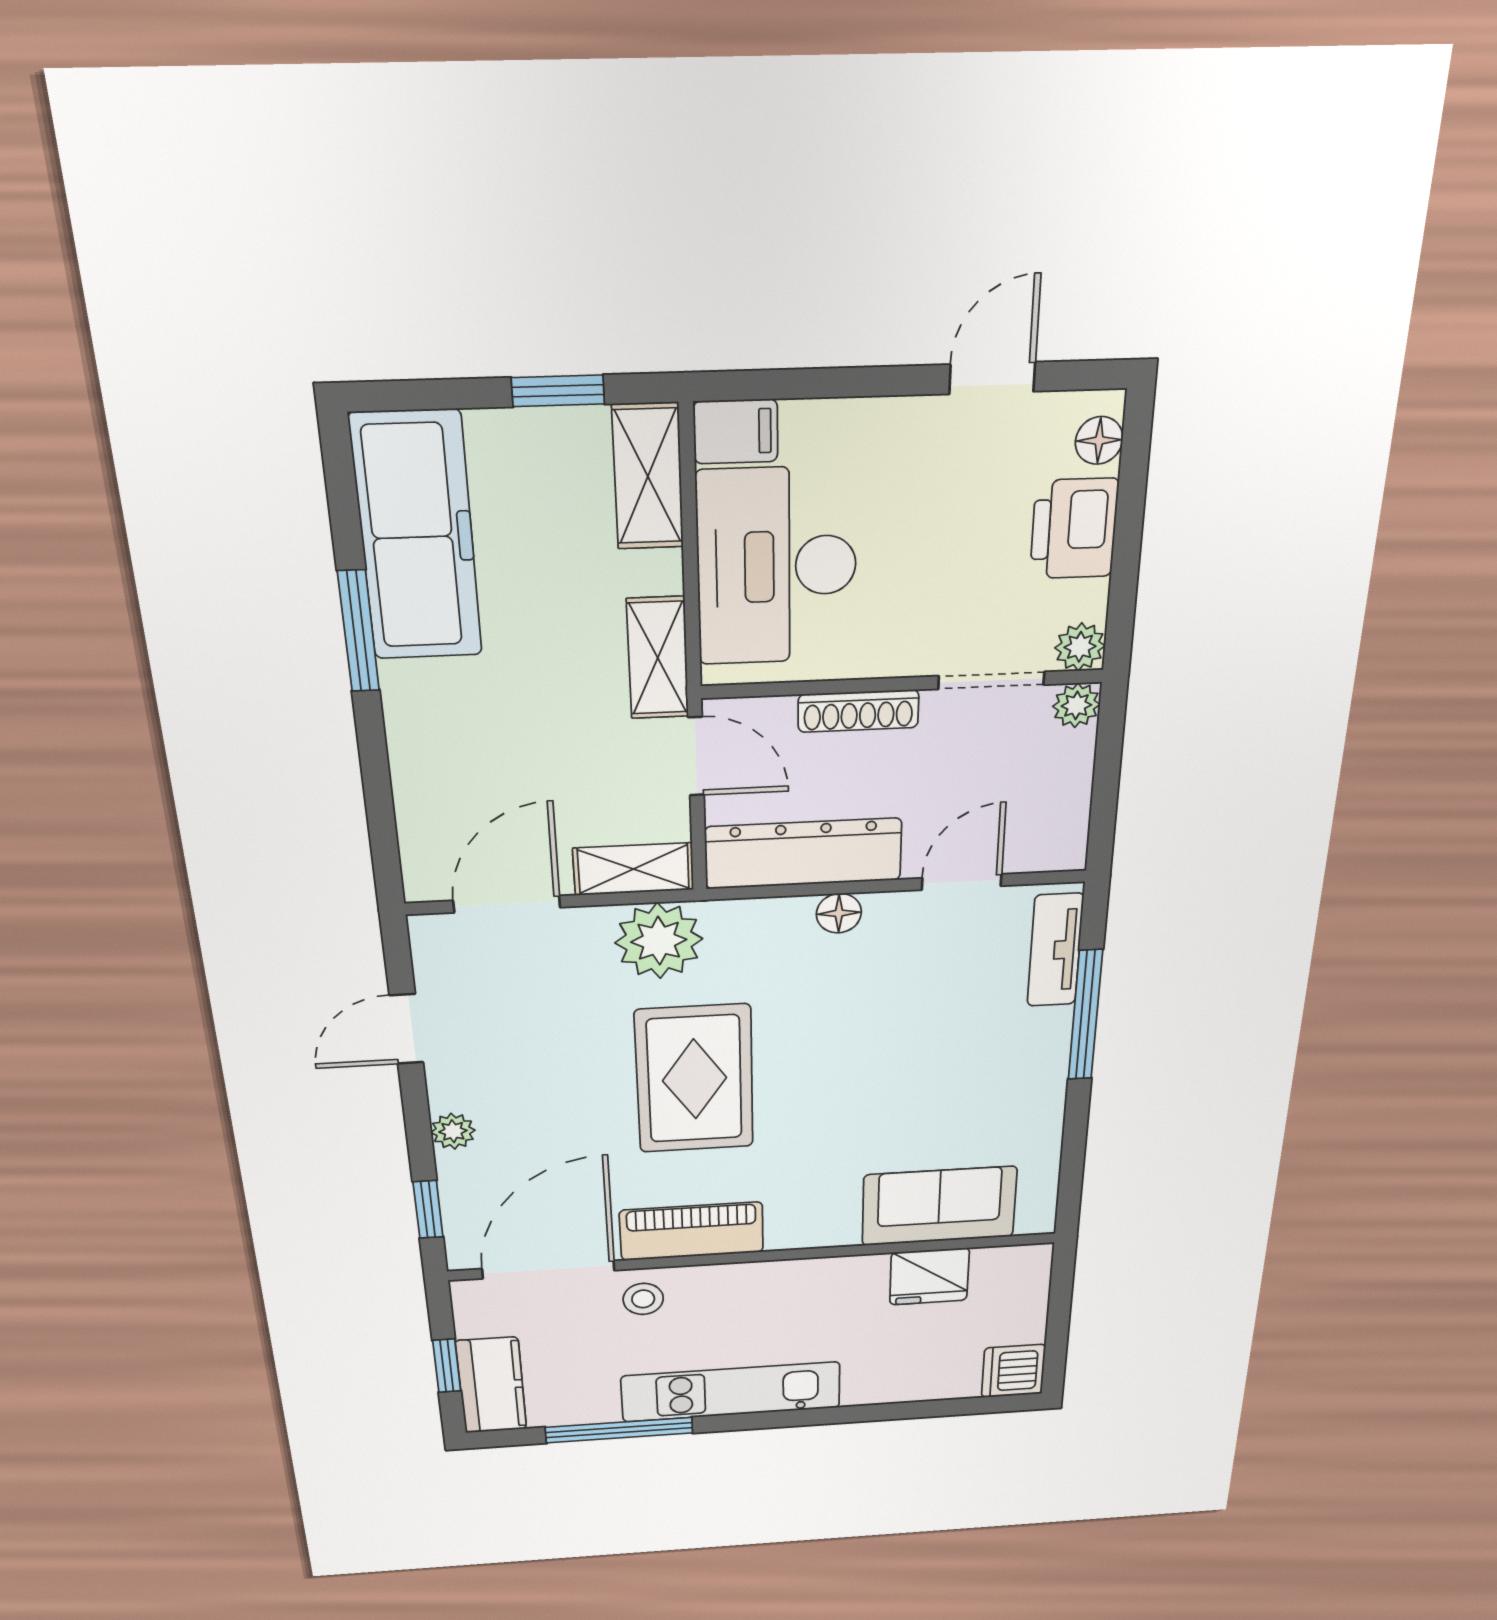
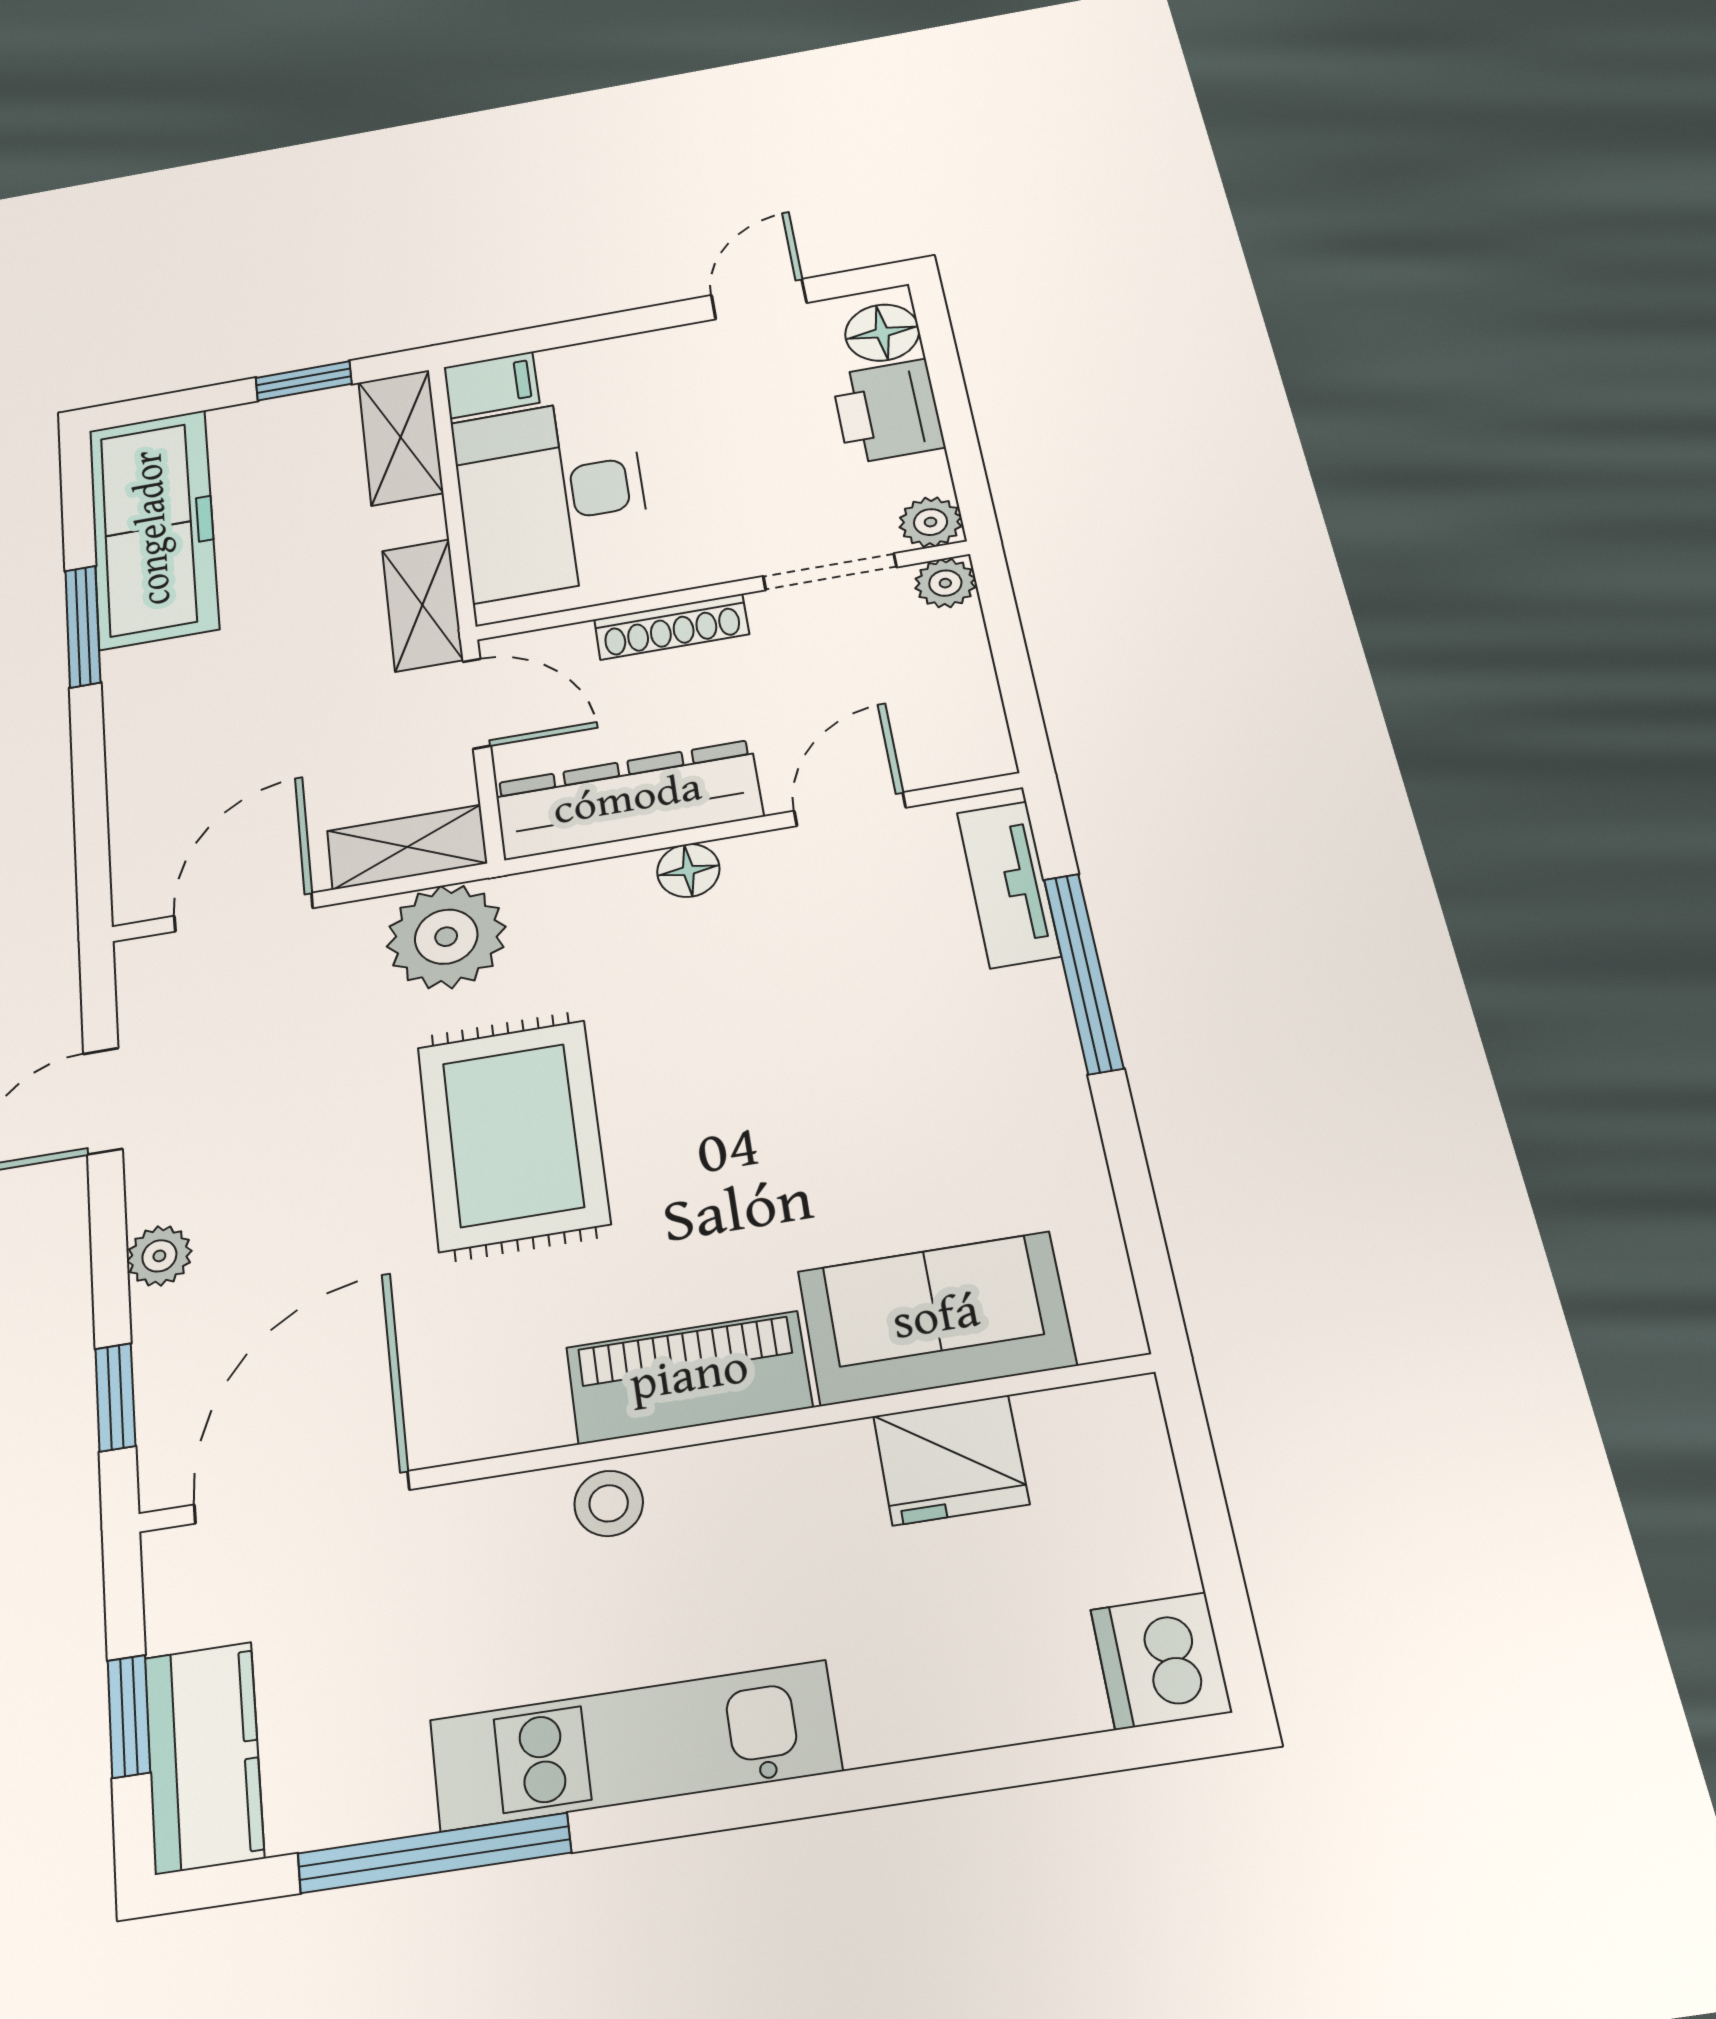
floor lamp: (1099, 440) -> (882, 333), width x1.37, depth x1.37
piano: (692, 1231) -> (689, 1377), moved
stool: (643, 1299) -> (609, 1503), moved

